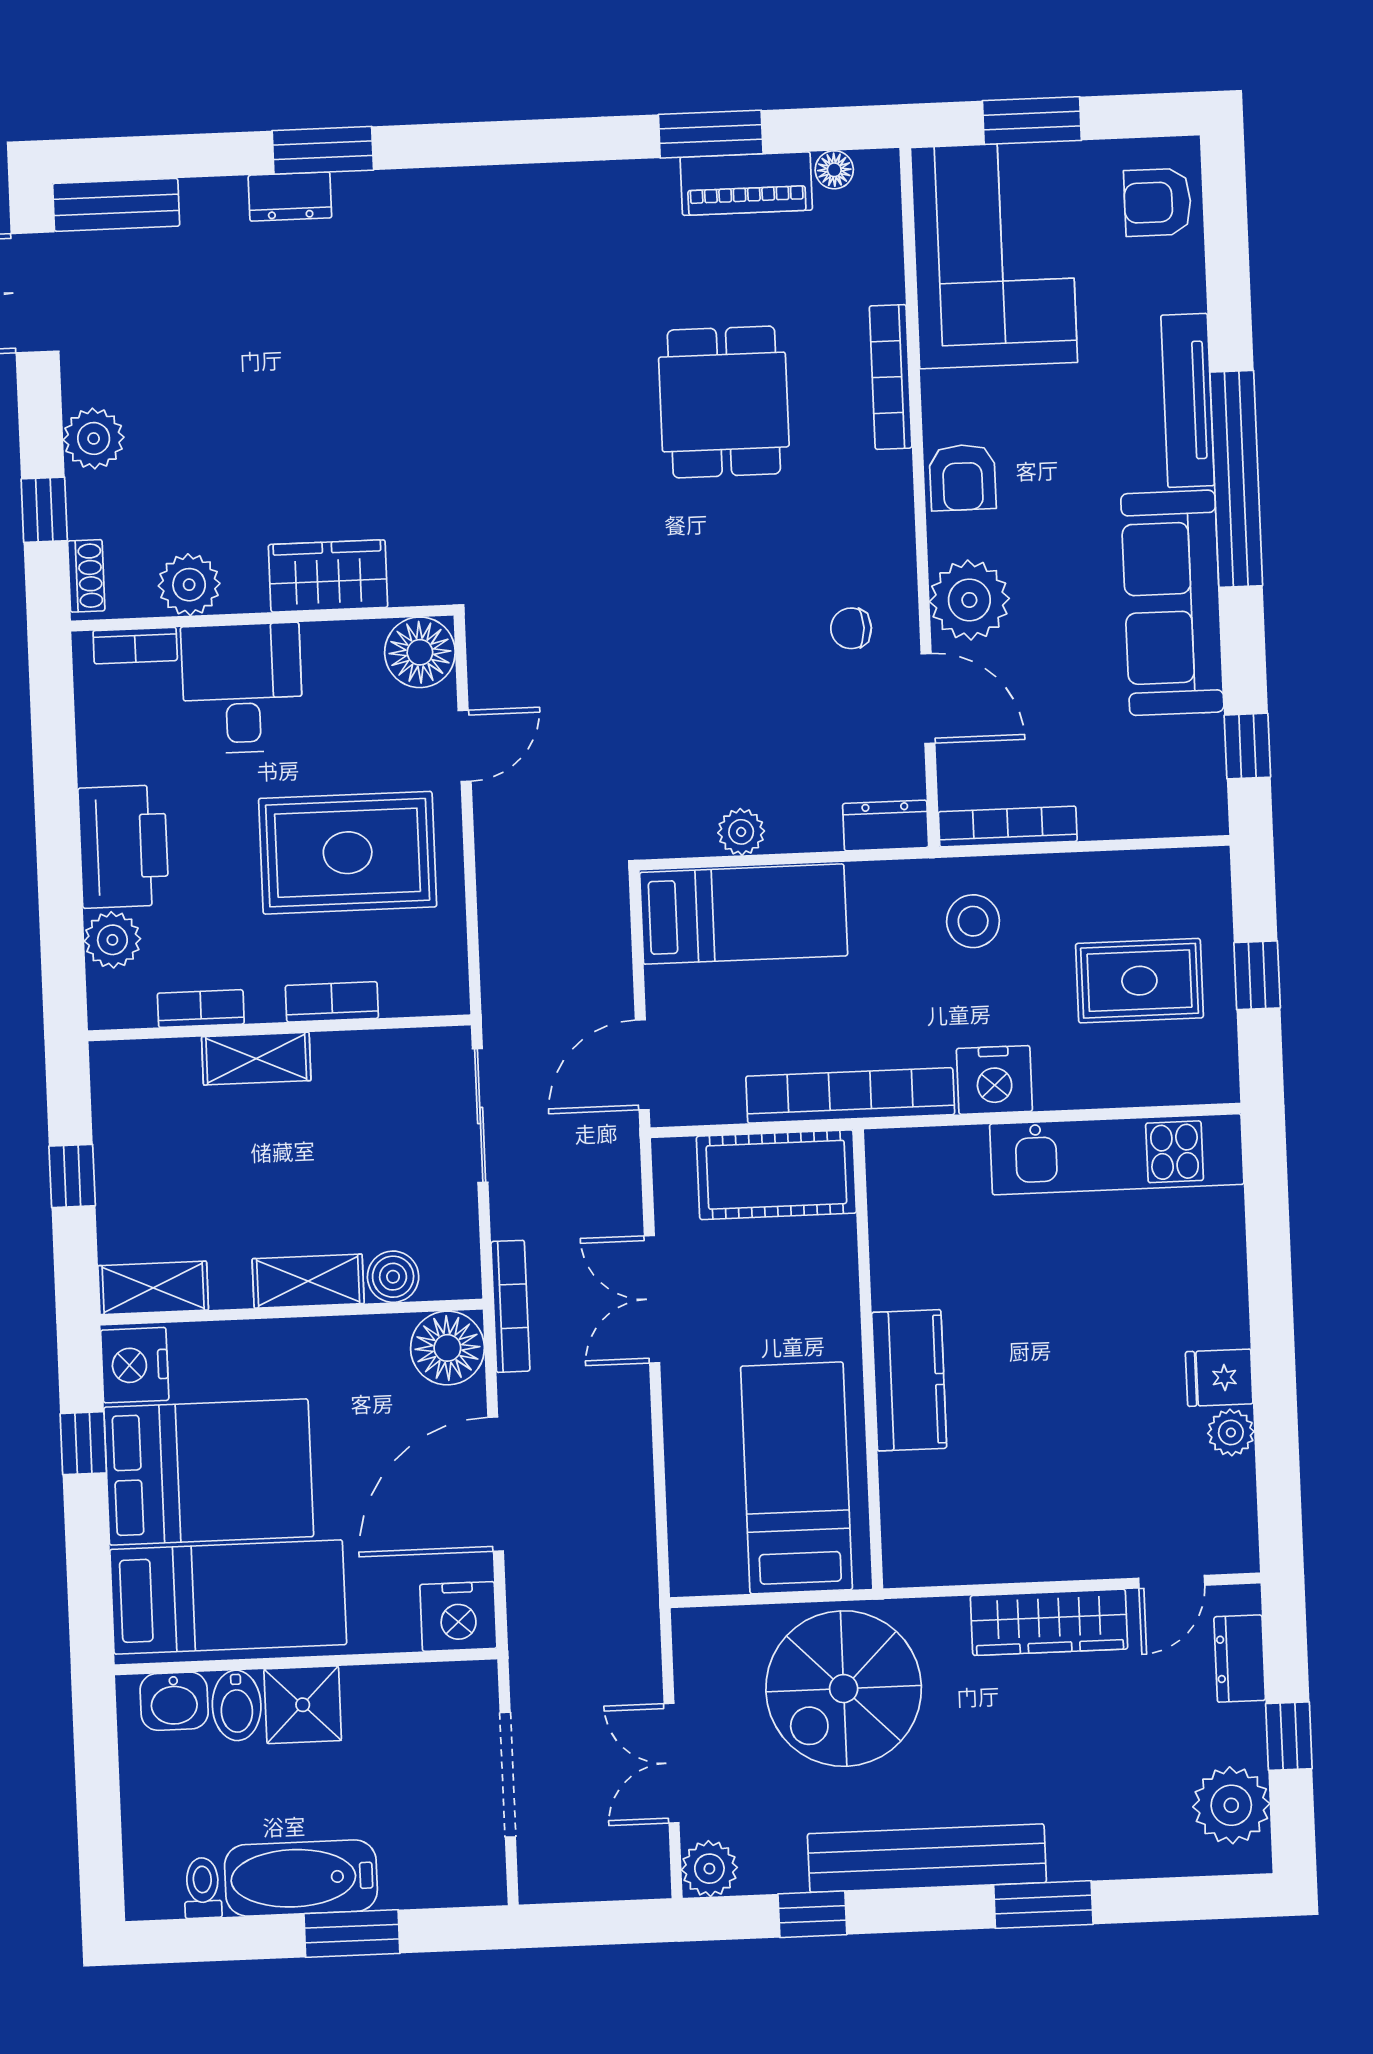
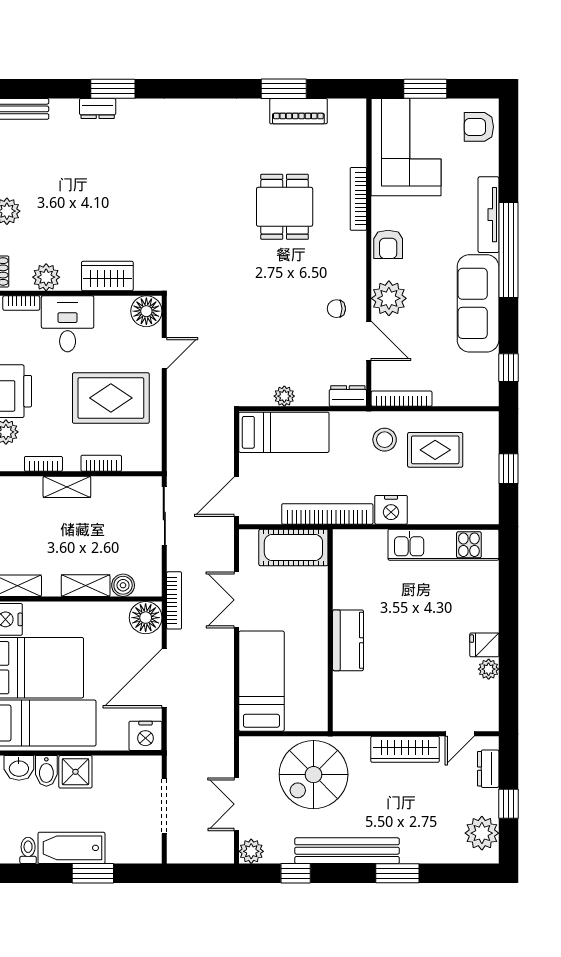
floor lamp: (834, 170) -> (337, 107), removed
rug: (1139, 981) -> (435, 450), moved
bed: (797, 1478) -> (261, 681), moved

